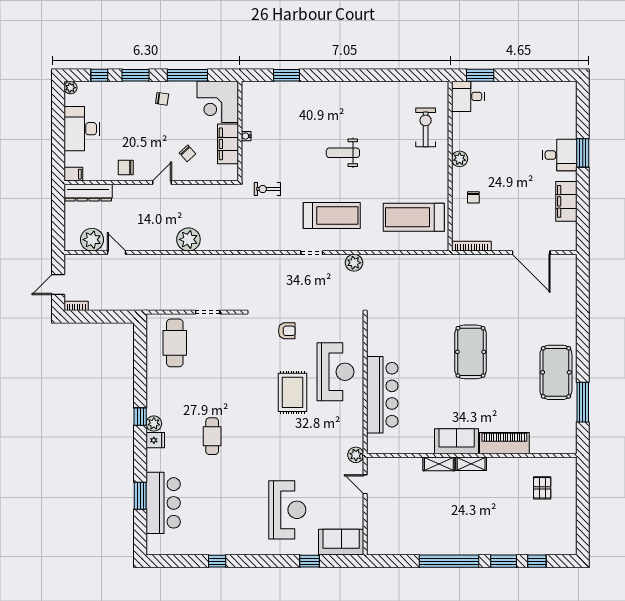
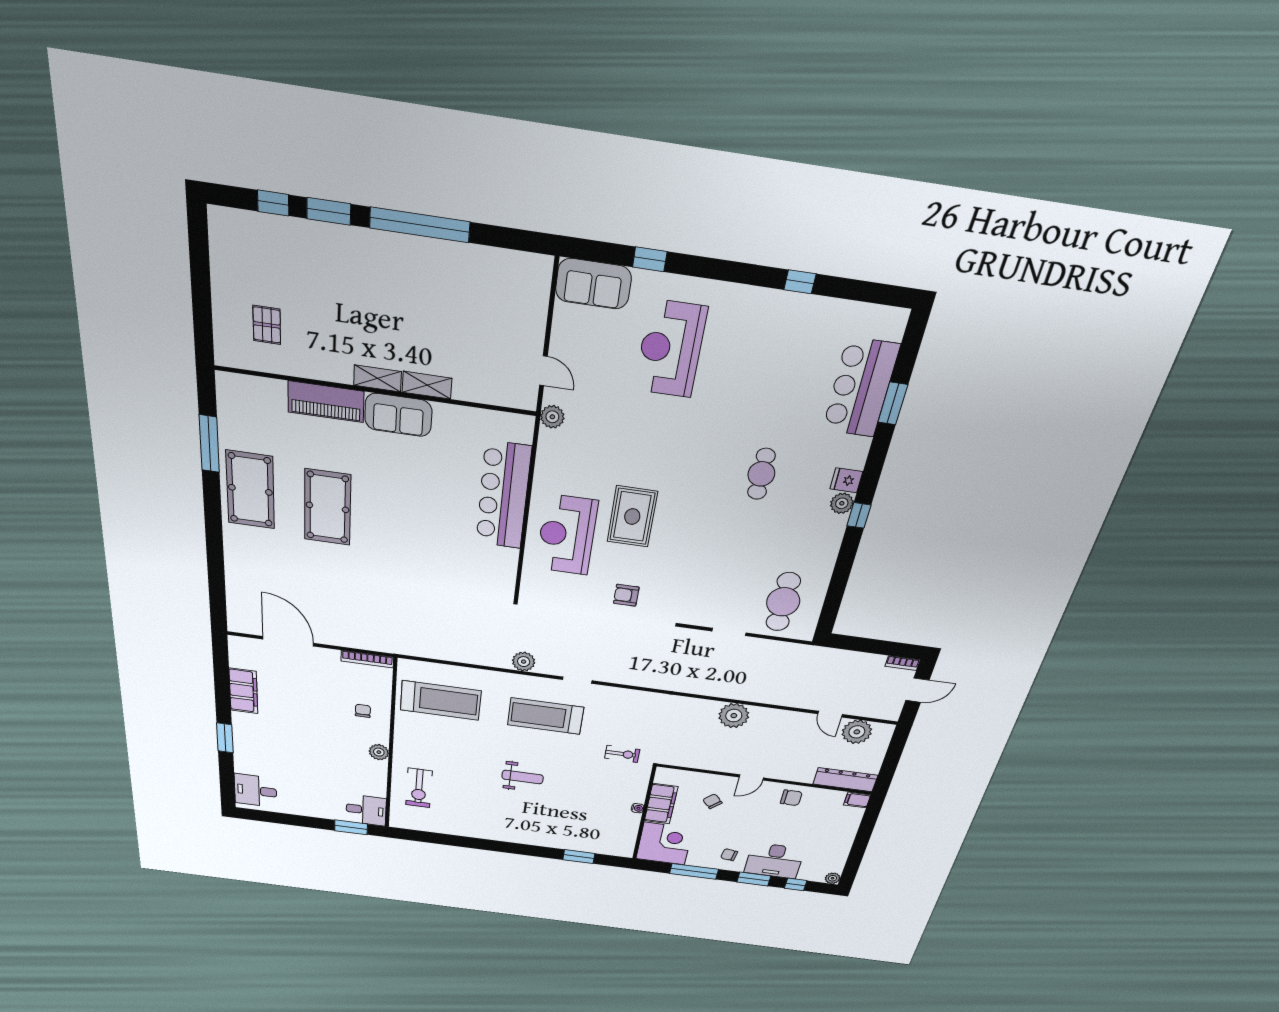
desk: (82, 129) -> (774, 861), moved, turned 90
desk: (560, 155) -> (256, 791), moved
pool table: (471, 352) -> (328, 507), moved

